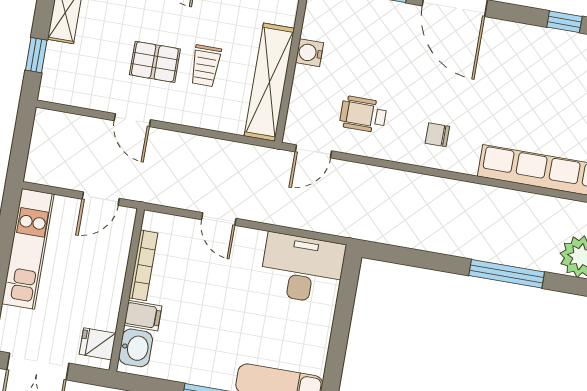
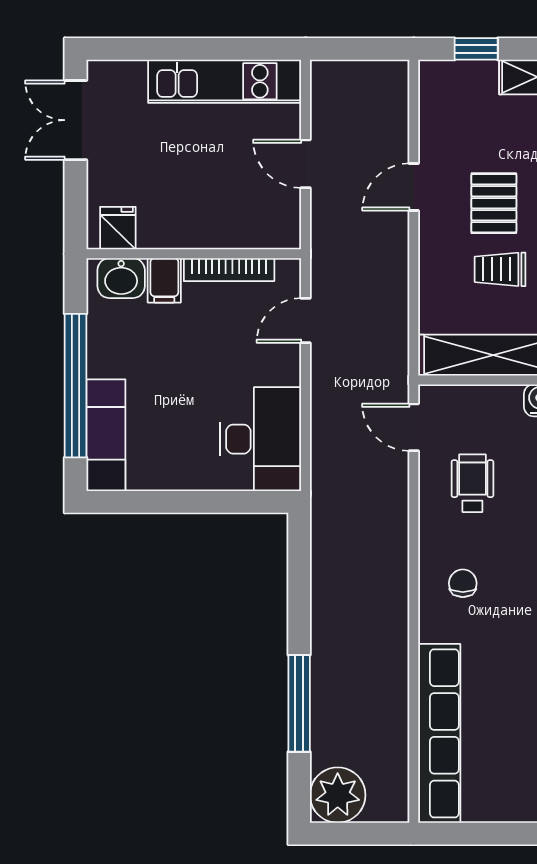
bookcase: (143, 265) -> (229, 270), moved
wall: (127, 290) -> (194, 254), moved
filing cabinet: (143, 316) -> (164, 280), moved
fridge: (98, 344) -> (118, 228), moved
washbasin: (136, 348) -> (121, 278), moved

